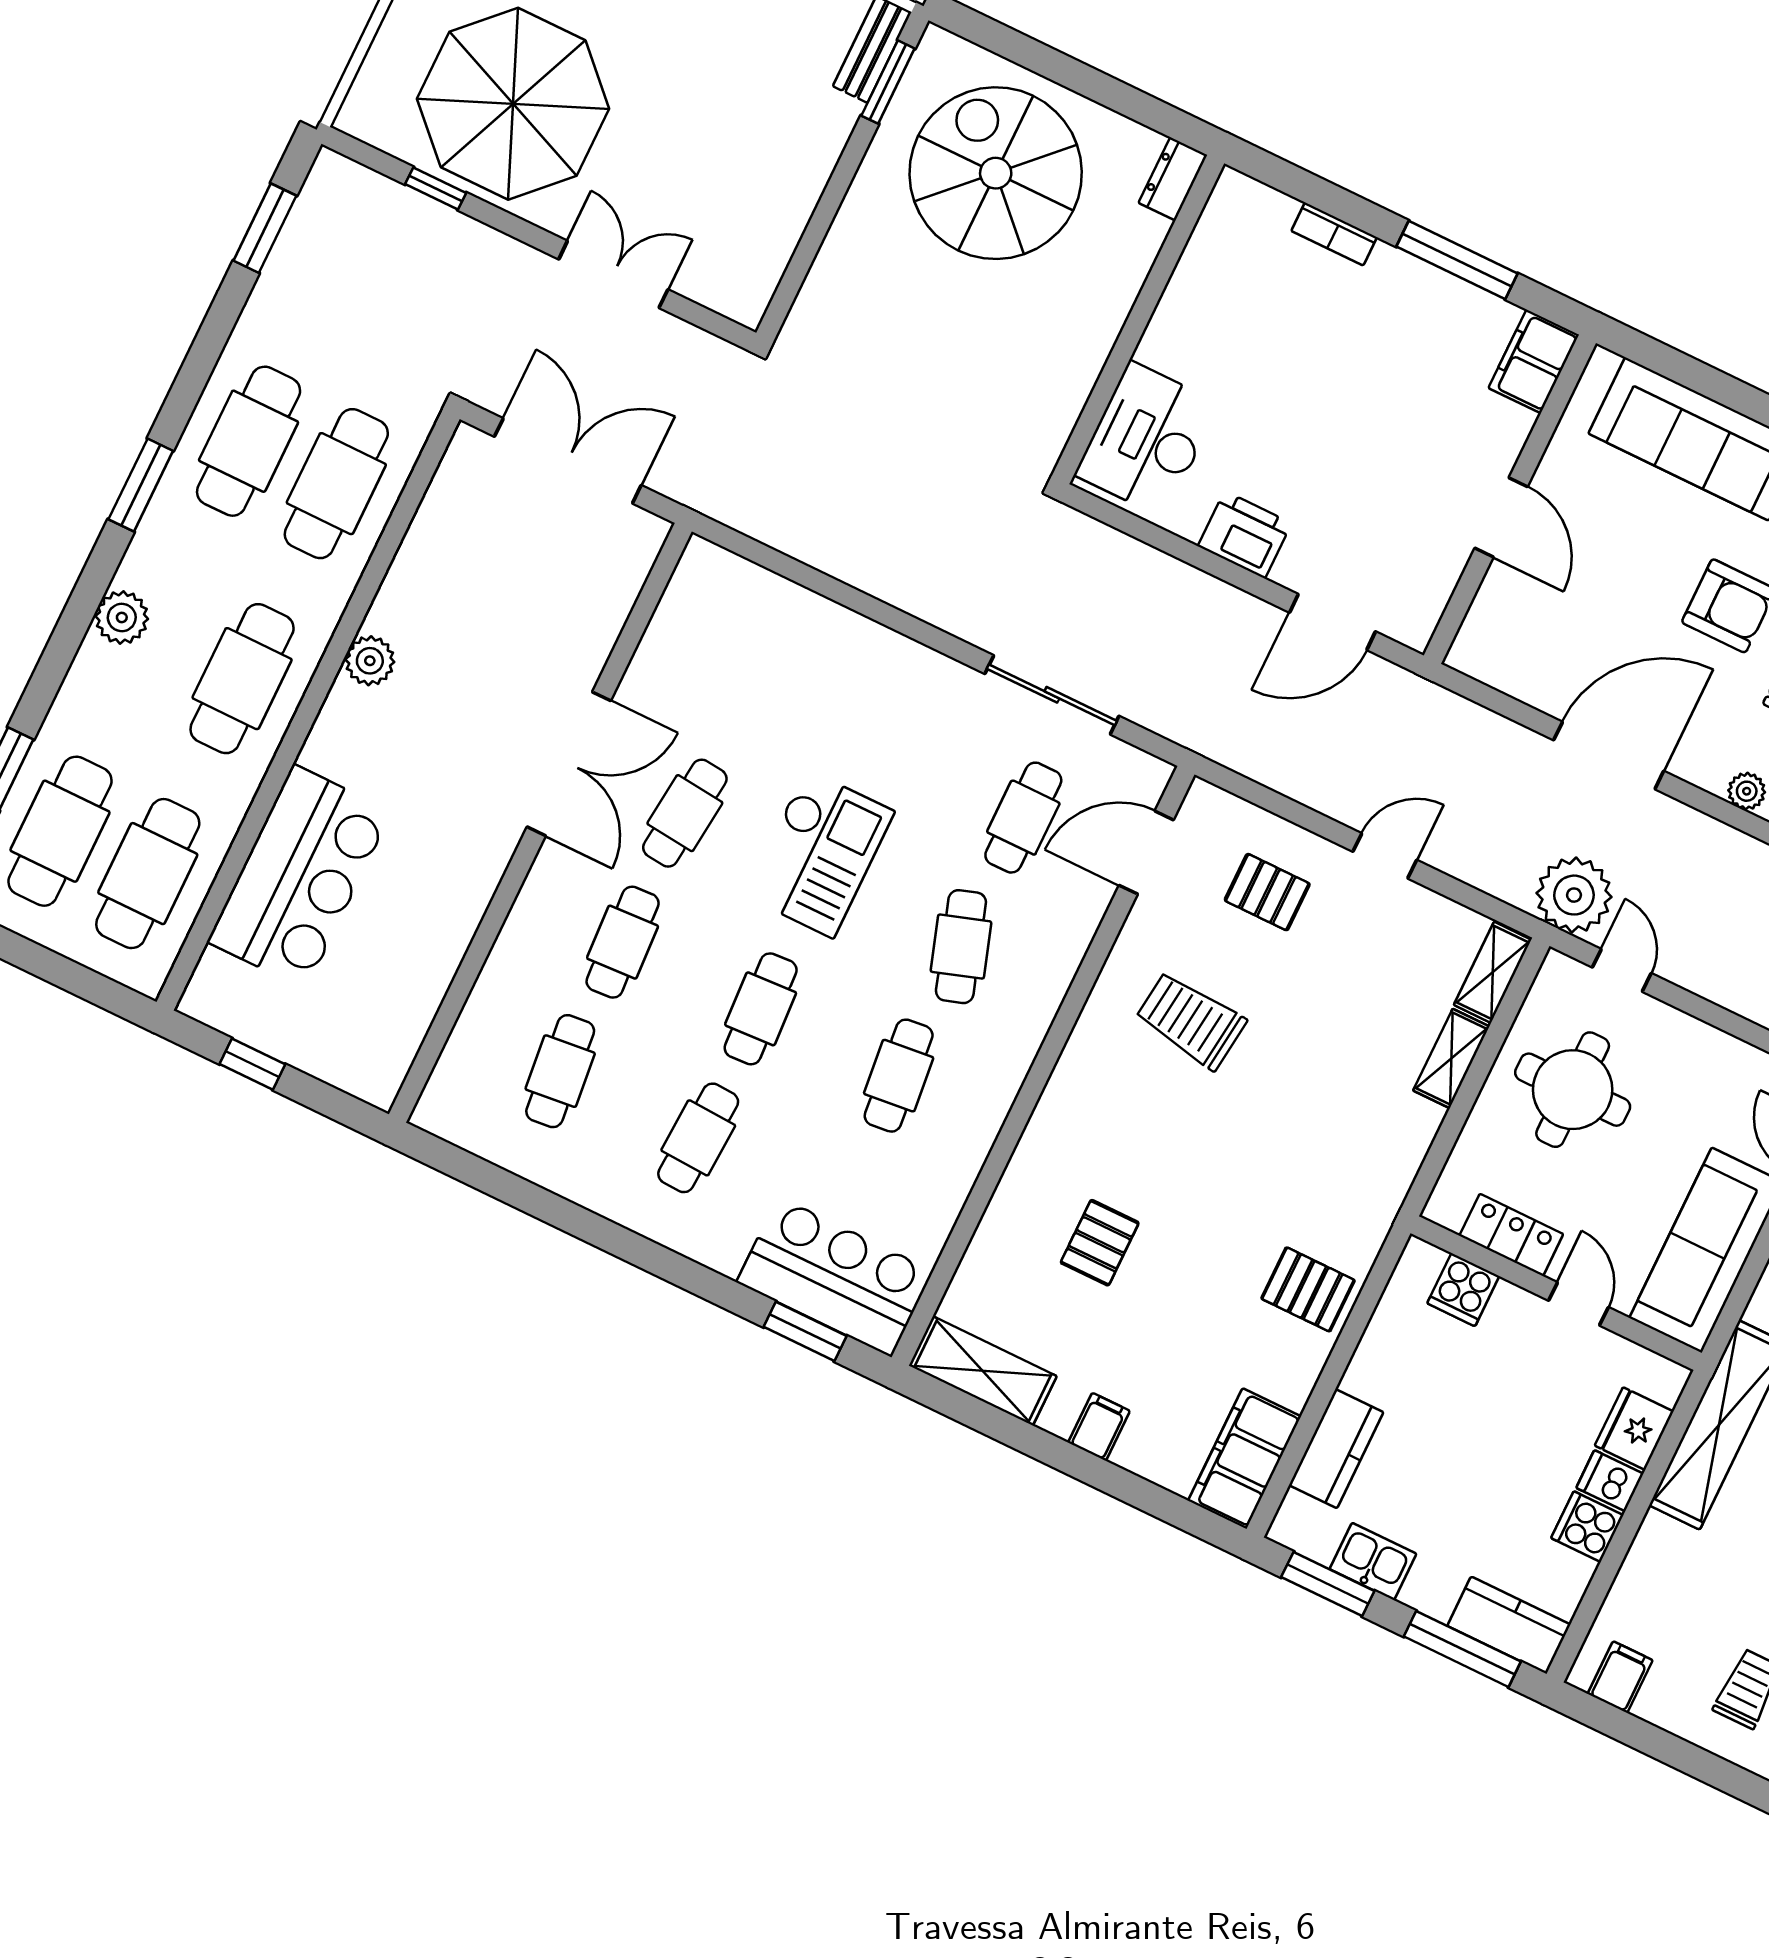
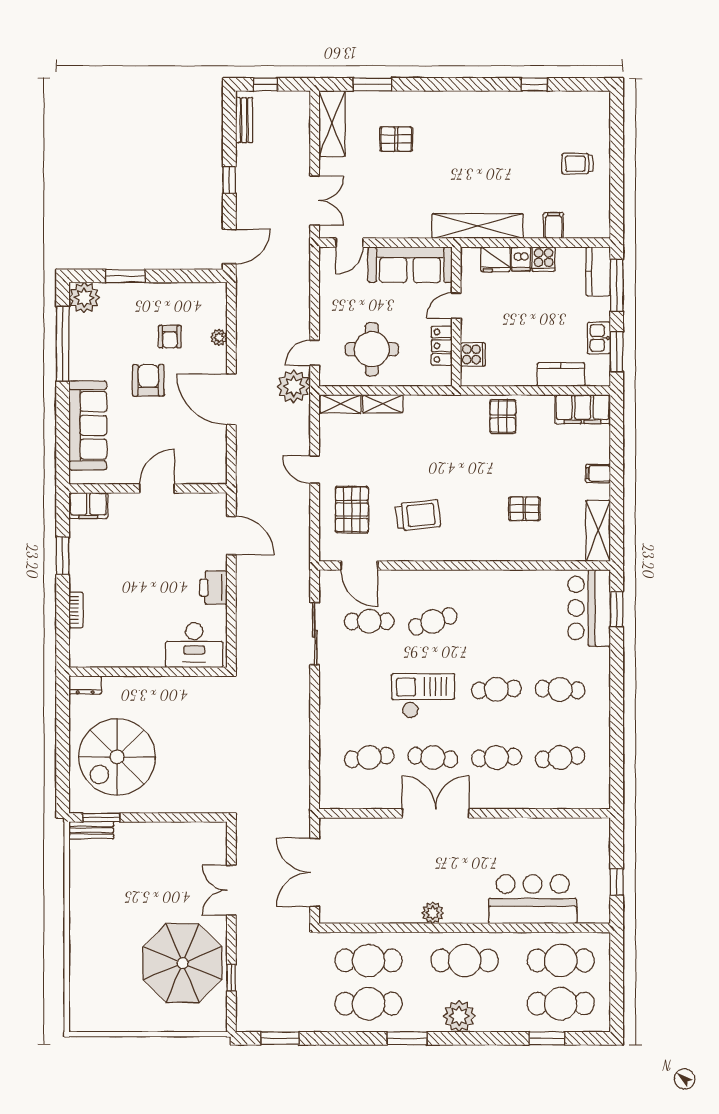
window: (1457, 260) -> (63, 556), width x0.69
plant: (122, 617) -> (459, 1016), width x1.36, depth x1.36
pallet: (1267, 892) -> (352, 510), width x1.50, depth x1.42
trolley: (1191, 1020) -> (418, 515), turned -103
cafe table: (899, 1076) -> (369, 757), moved
filing cabinet: (1620, 1677) -> (554, 225), moved, turned 90

